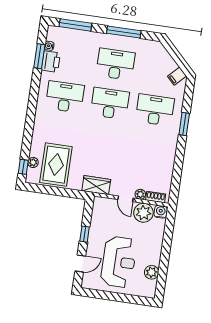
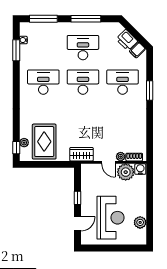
printer: (51, 62) -> (127, 40), moved, turned 135

